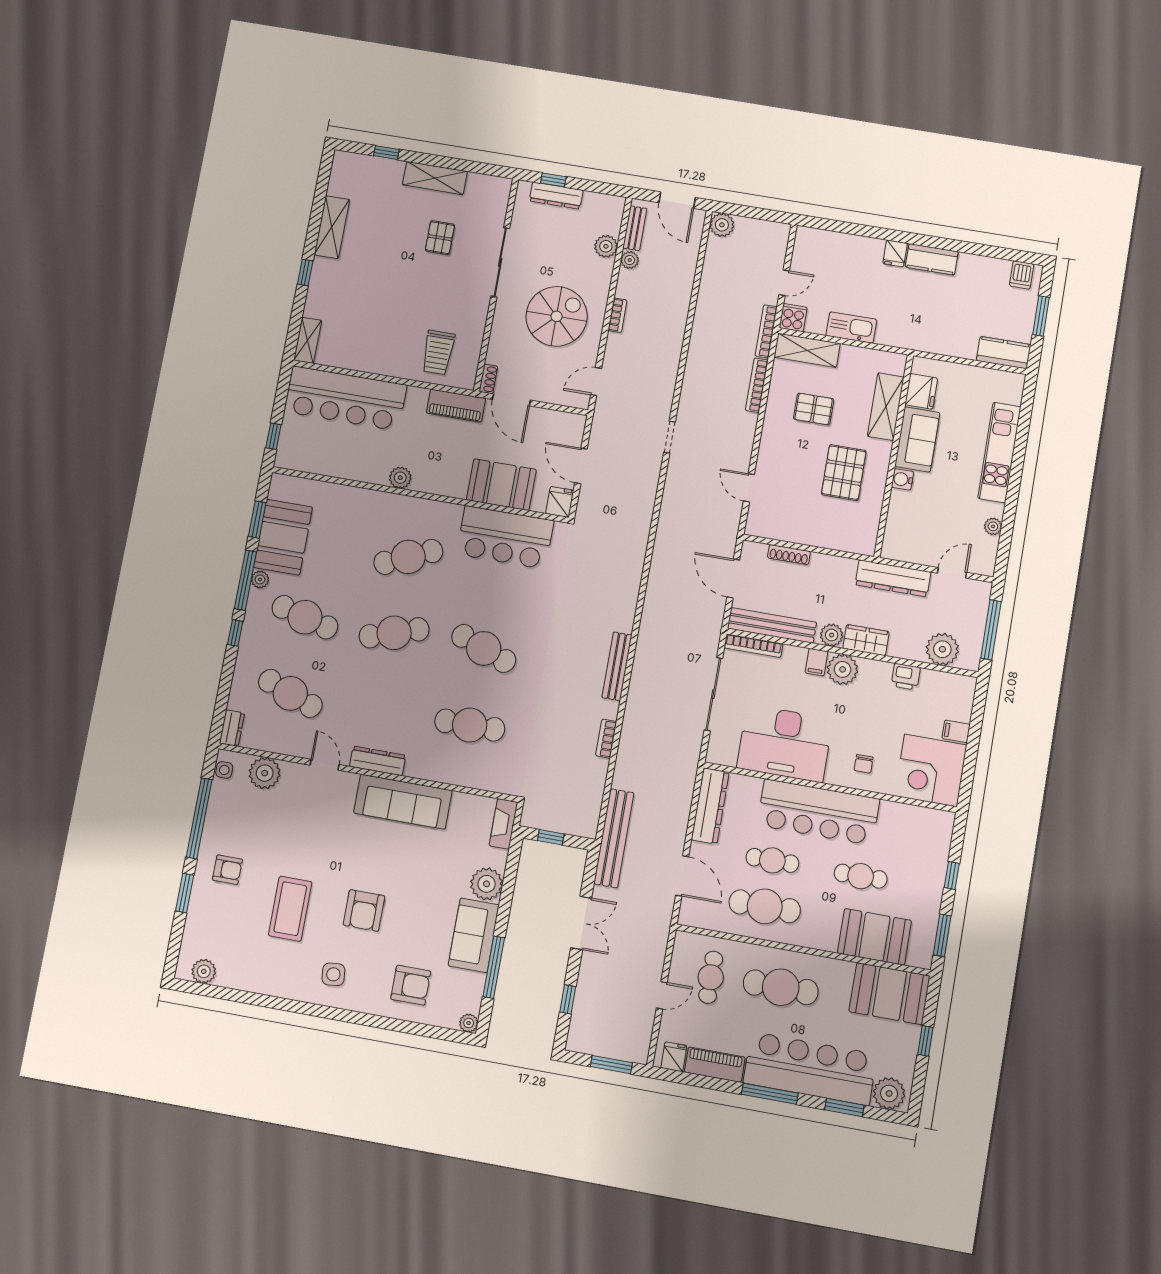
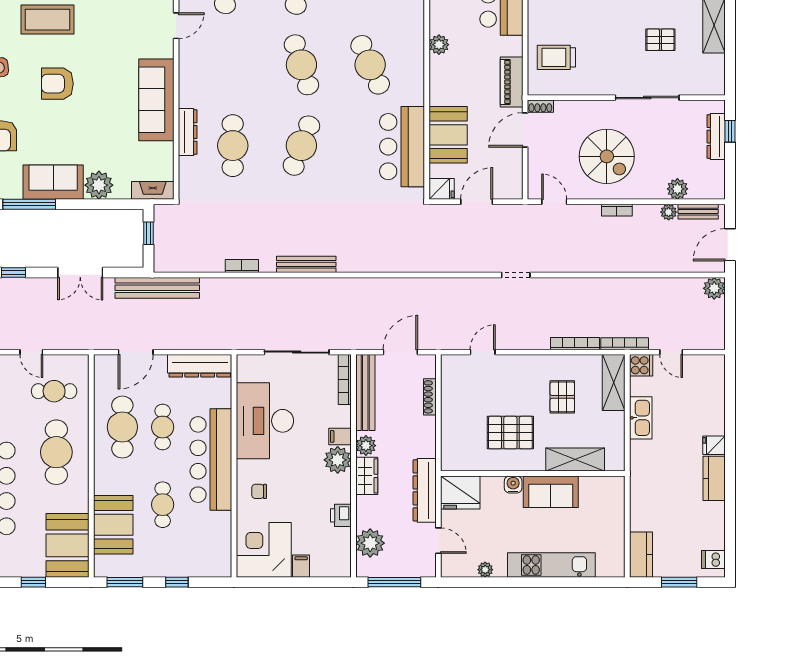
fridge: (921, 391) -> (460, 492), moved, width x1.36, depth x1.34
dresser: (378, 761) -> (188, 132), moved

